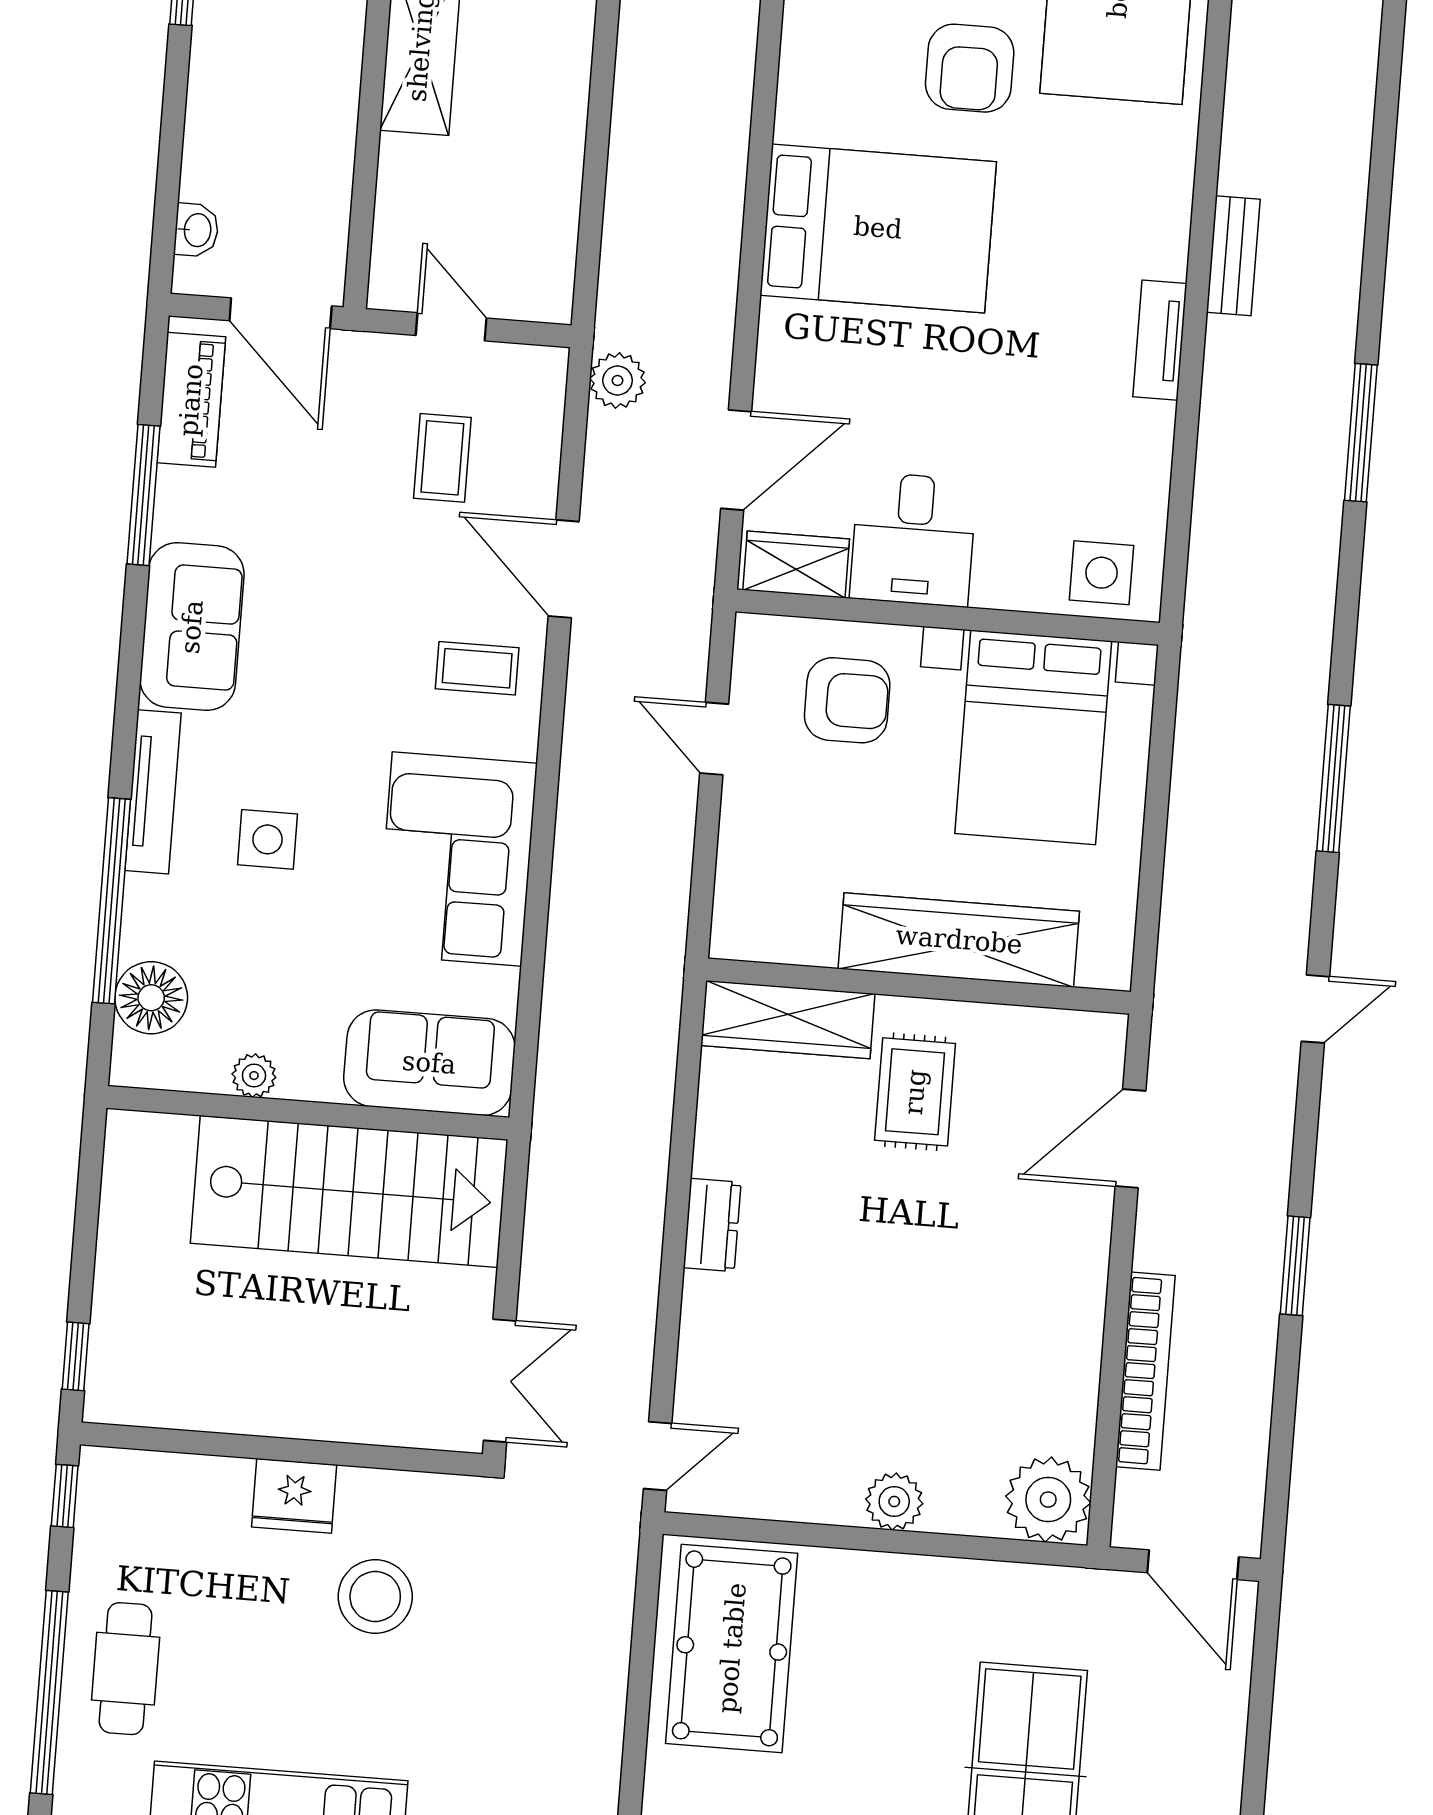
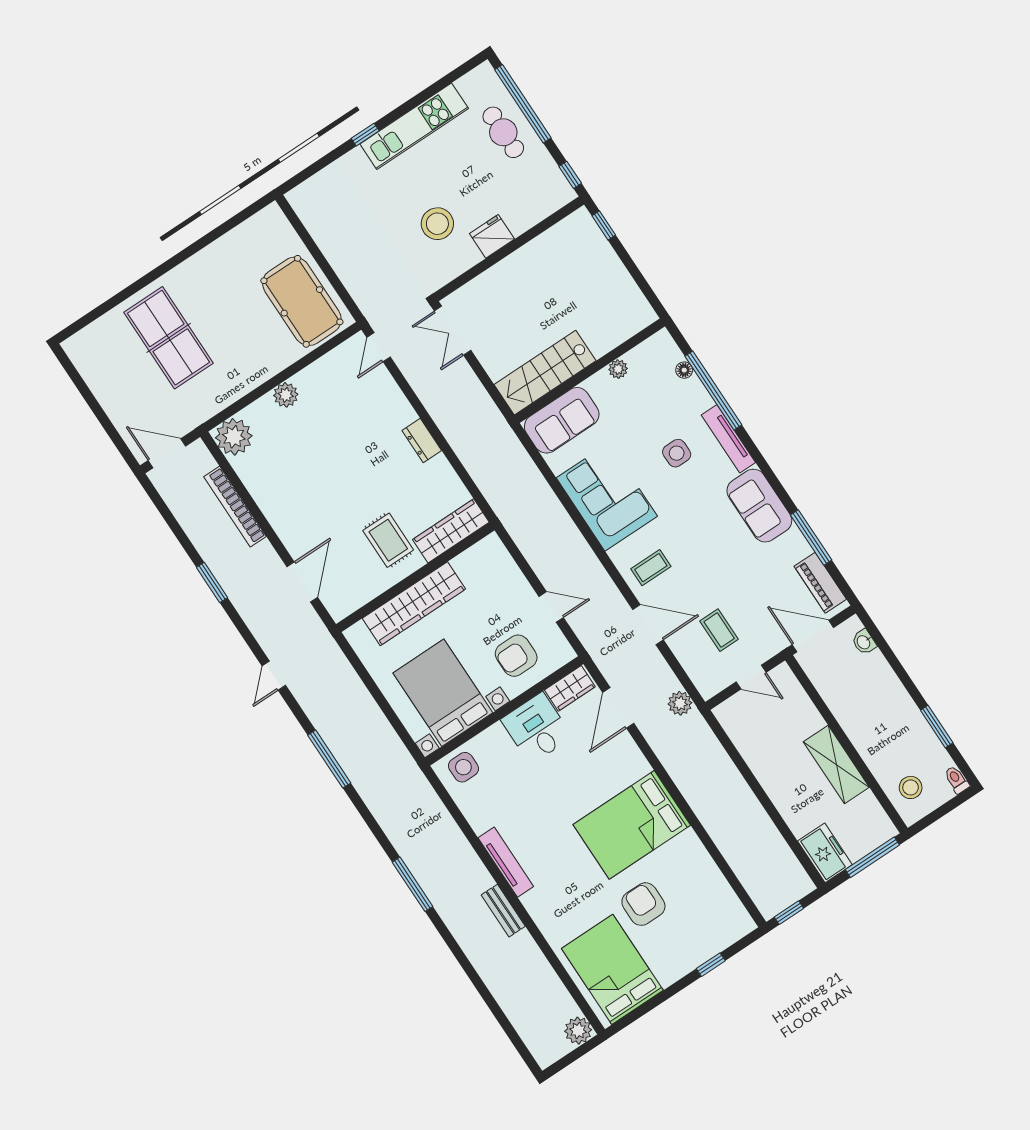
tv unit: (1160, 340) -> (506, 862), width x1.41
floor lamp: (151, 998) -> (684, 370), width x0.53, depth x0.53
stairs: (349, 1191) -> (545, 373), width x0.73, depth x0.66

